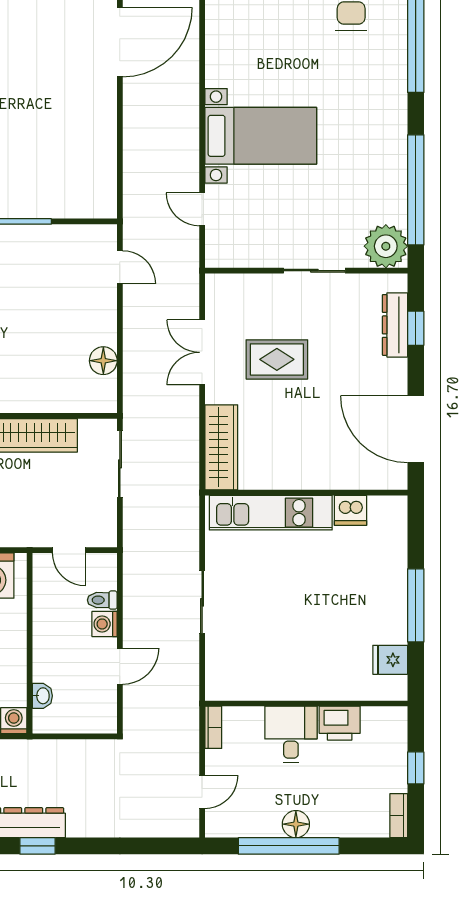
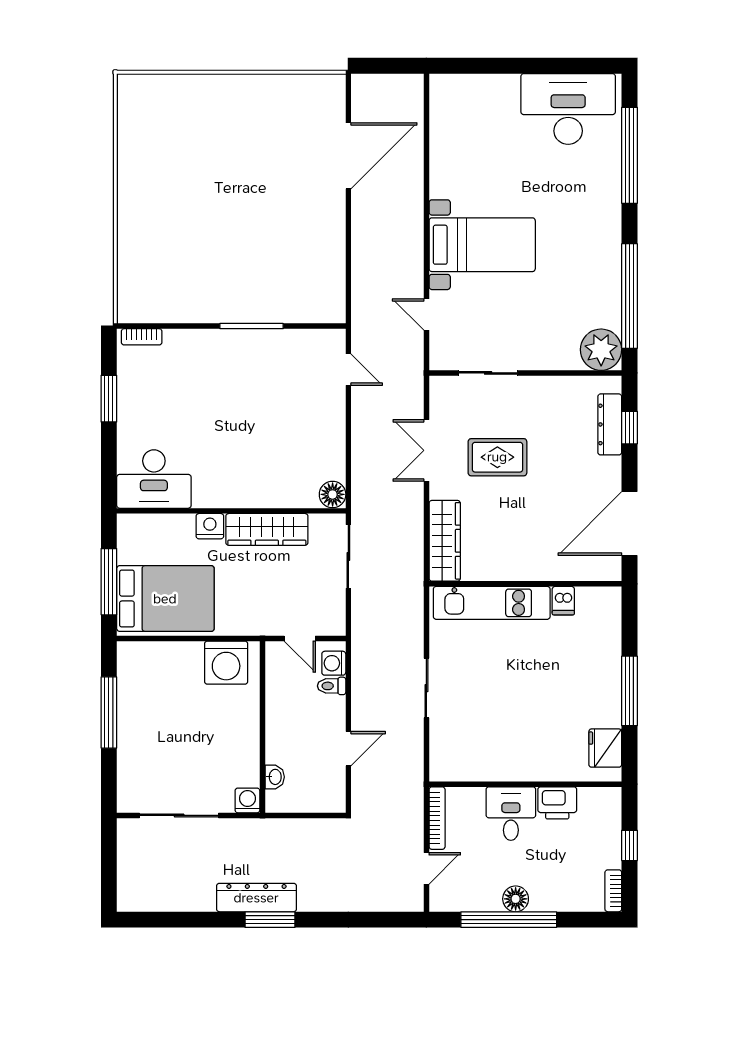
sliding door: (314, 271) -> (488, 373), moved
floor lamp: (103, 361) -> (333, 494), moved
door: (416, 429) -> (629, 523), hinge flipped
dishwasher: (350, 510) -> (563, 601), width x0.73
washing machine: (105, 624) -> (334, 663), moved
fridge: (390, 660) -> (605, 748), width x1.38
bookcase: (213, 727) -> (437, 818), width x1.56
window: (37, 846) -> (270, 920), width x1.50

